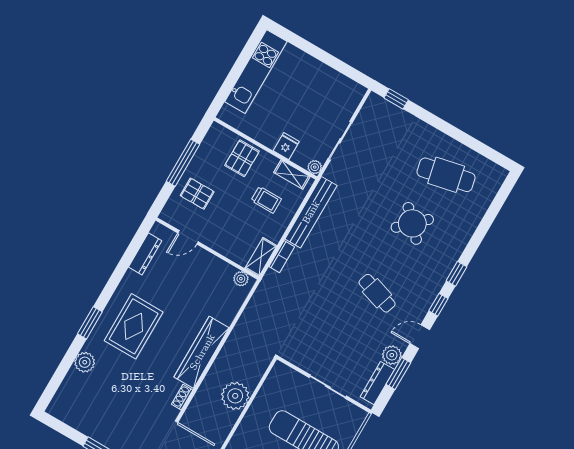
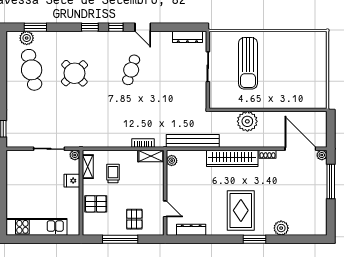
bench: (311, 212) -> (193, 141), moved
rug: (134, 326) -> (241, 210), turned 90
plant: (392, 355) -> (27, 38), moved
window: (398, 373) -> (35, 27), moved

